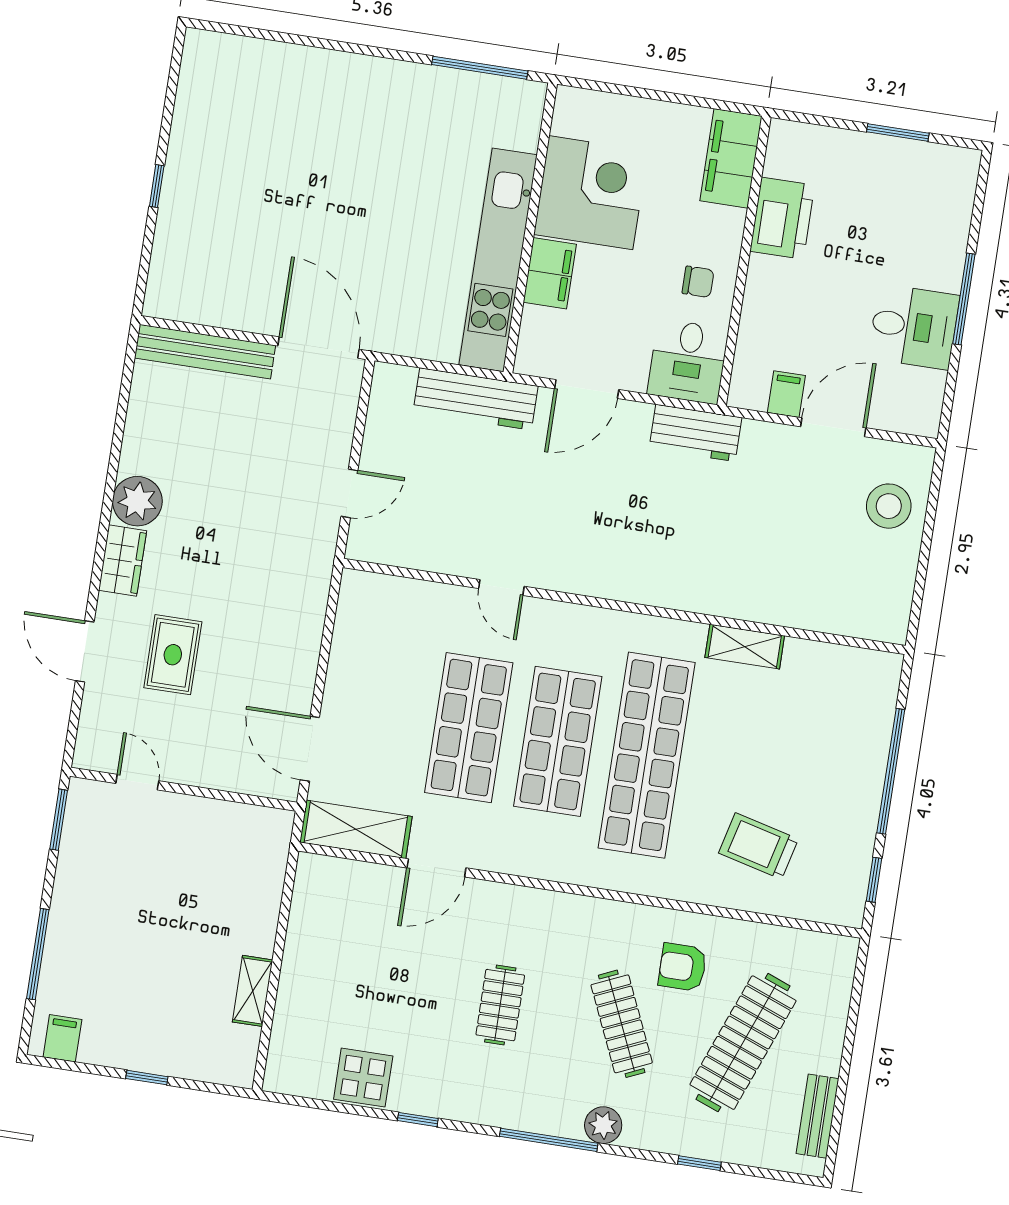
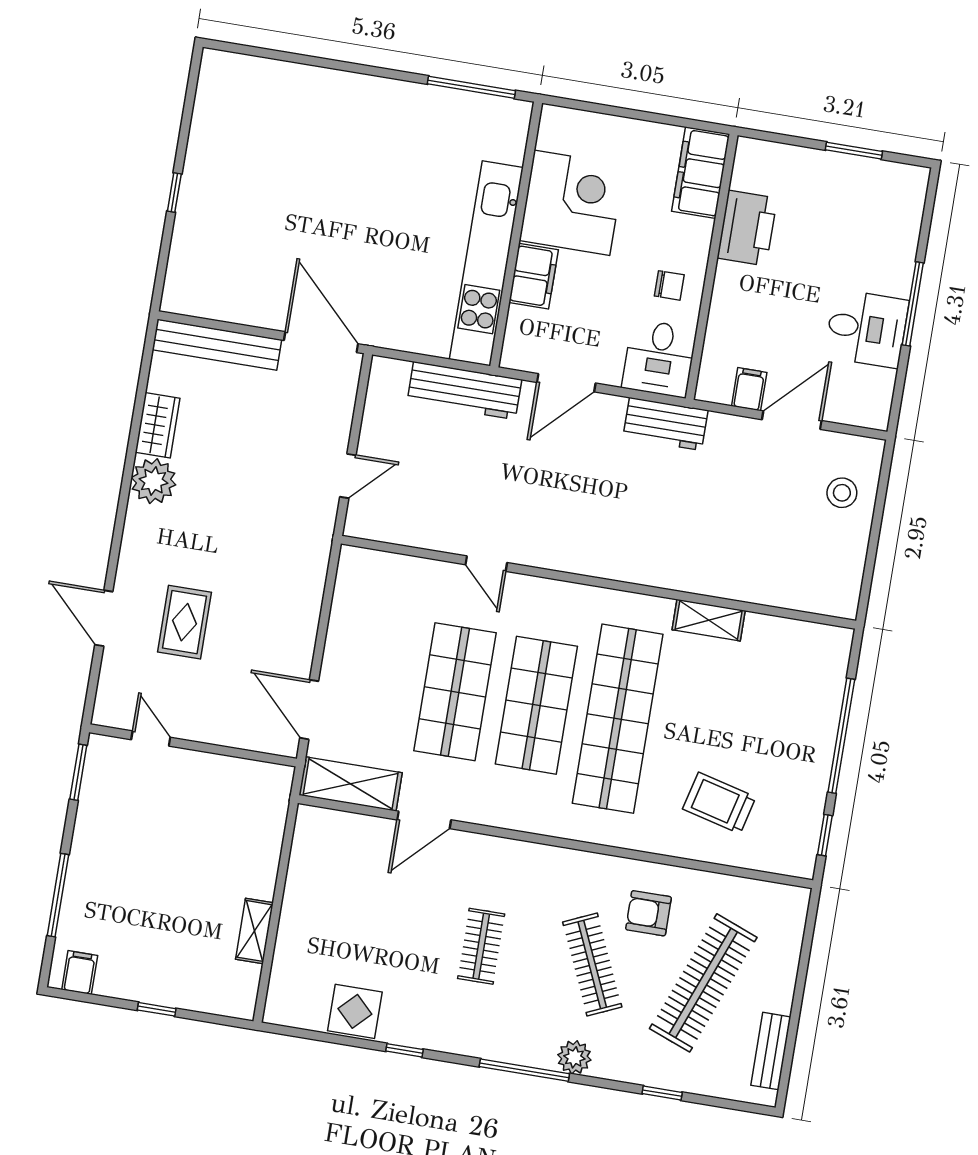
stool: (889, 506) -> (842, 493), width x0.73, depth x0.73
wardrobe: (123, 560) -> (158, 425), moved

